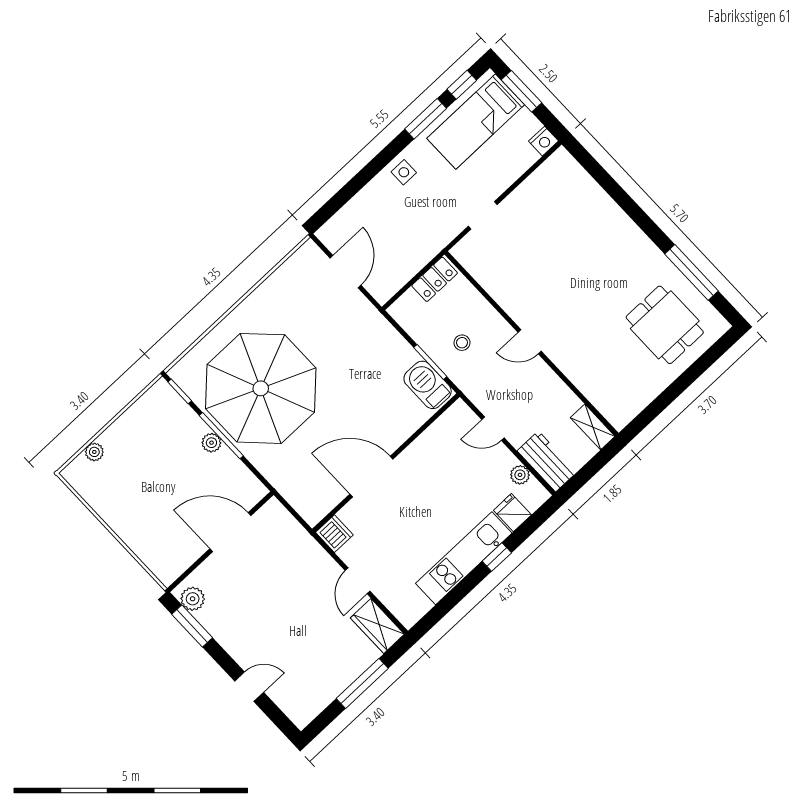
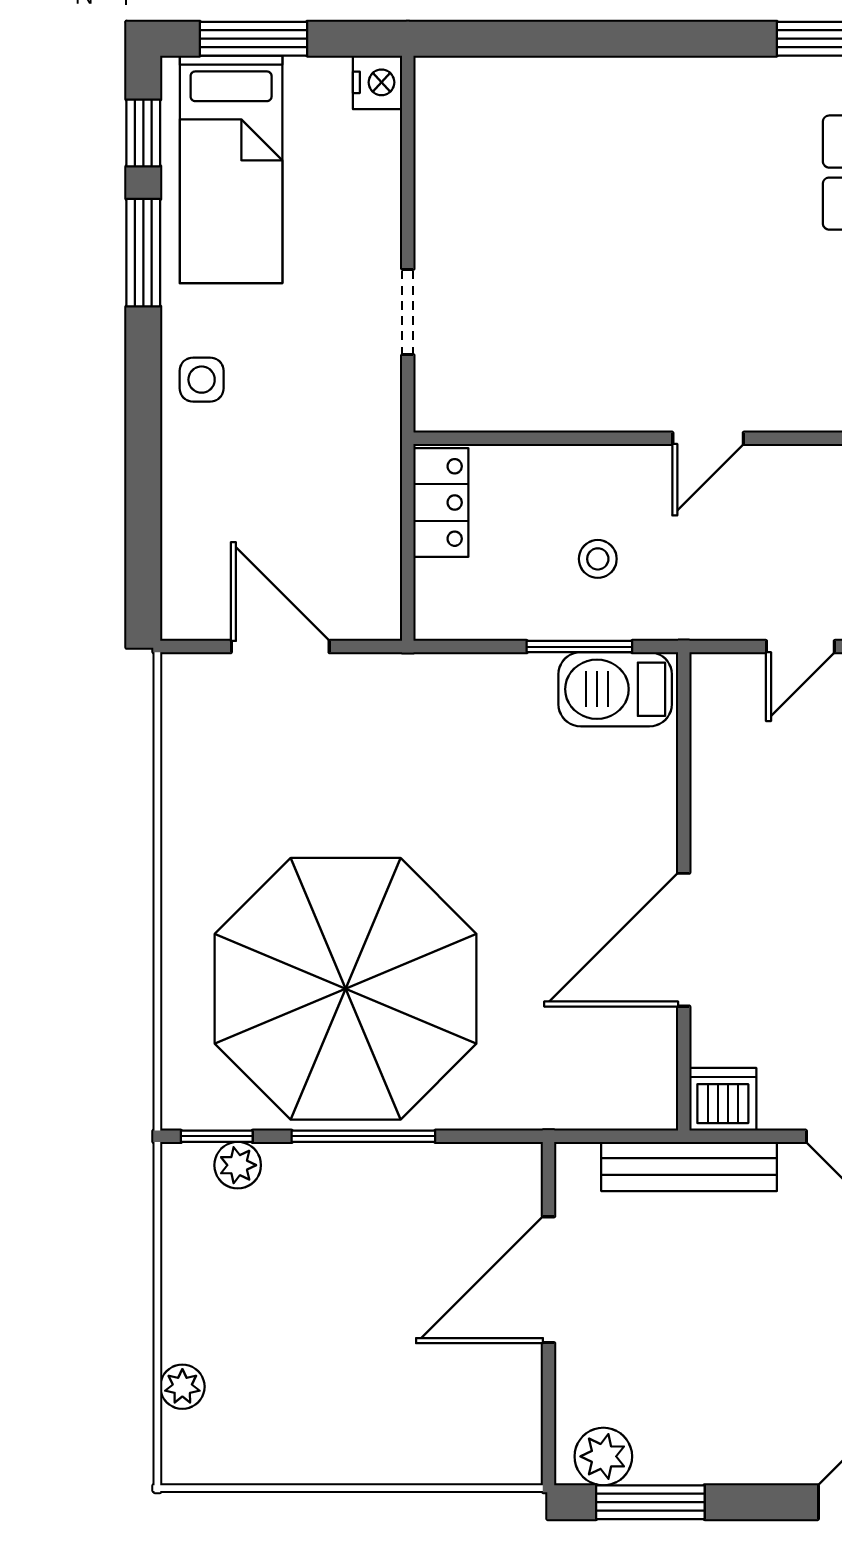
plant: (211, 443) -> (238, 1165), moved
bench: (304, 542) -> (689, 1166), added

